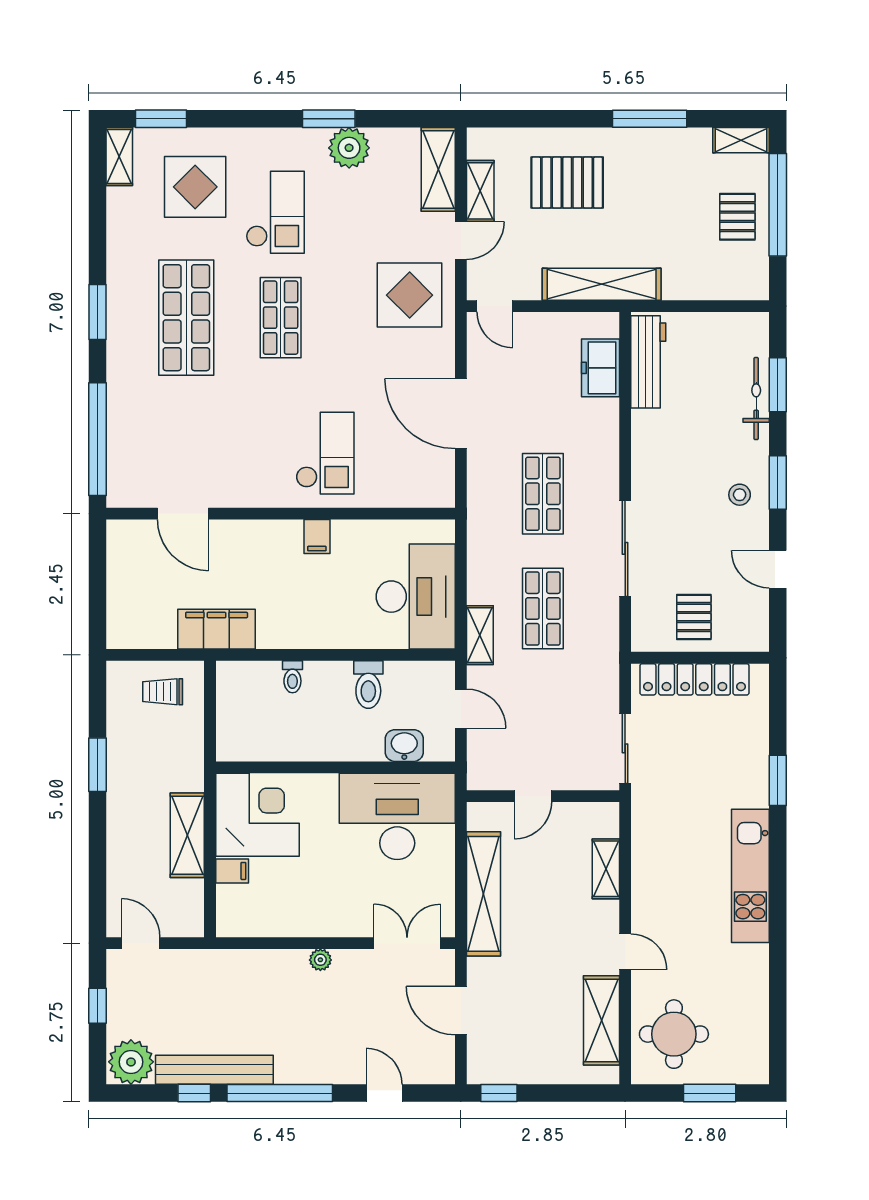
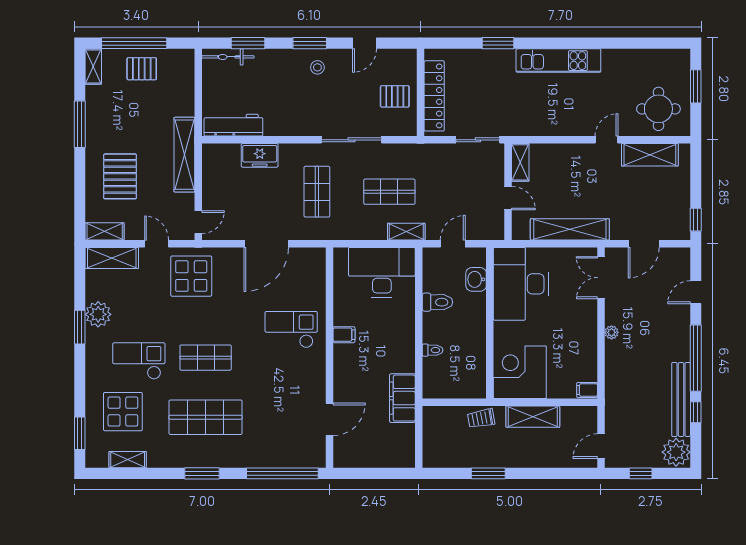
shelving: (119, 157) -> (128, 460), moved
shelving: (480, 191) -> (105, 231), moved
freezer: (600, 368) -> (260, 155), moved
bicycle: (756, 399) -> (228, 57), moved
shop shelf: (543, 494) -> (317, 192), turned 90
trolley: (163, 692) -> (481, 418), moved, turned 80
shelving: (606, 869) -> (520, 162), moved, turned 90
filing cabinet: (232, 871) -> (587, 390), moved, turned -90

